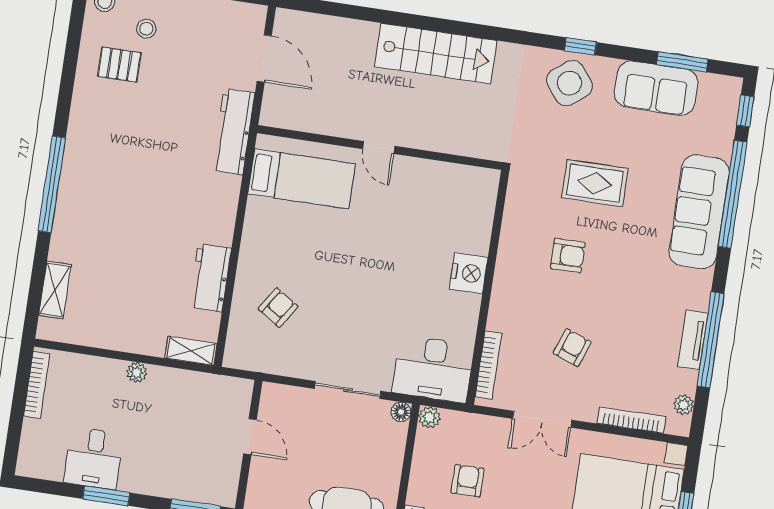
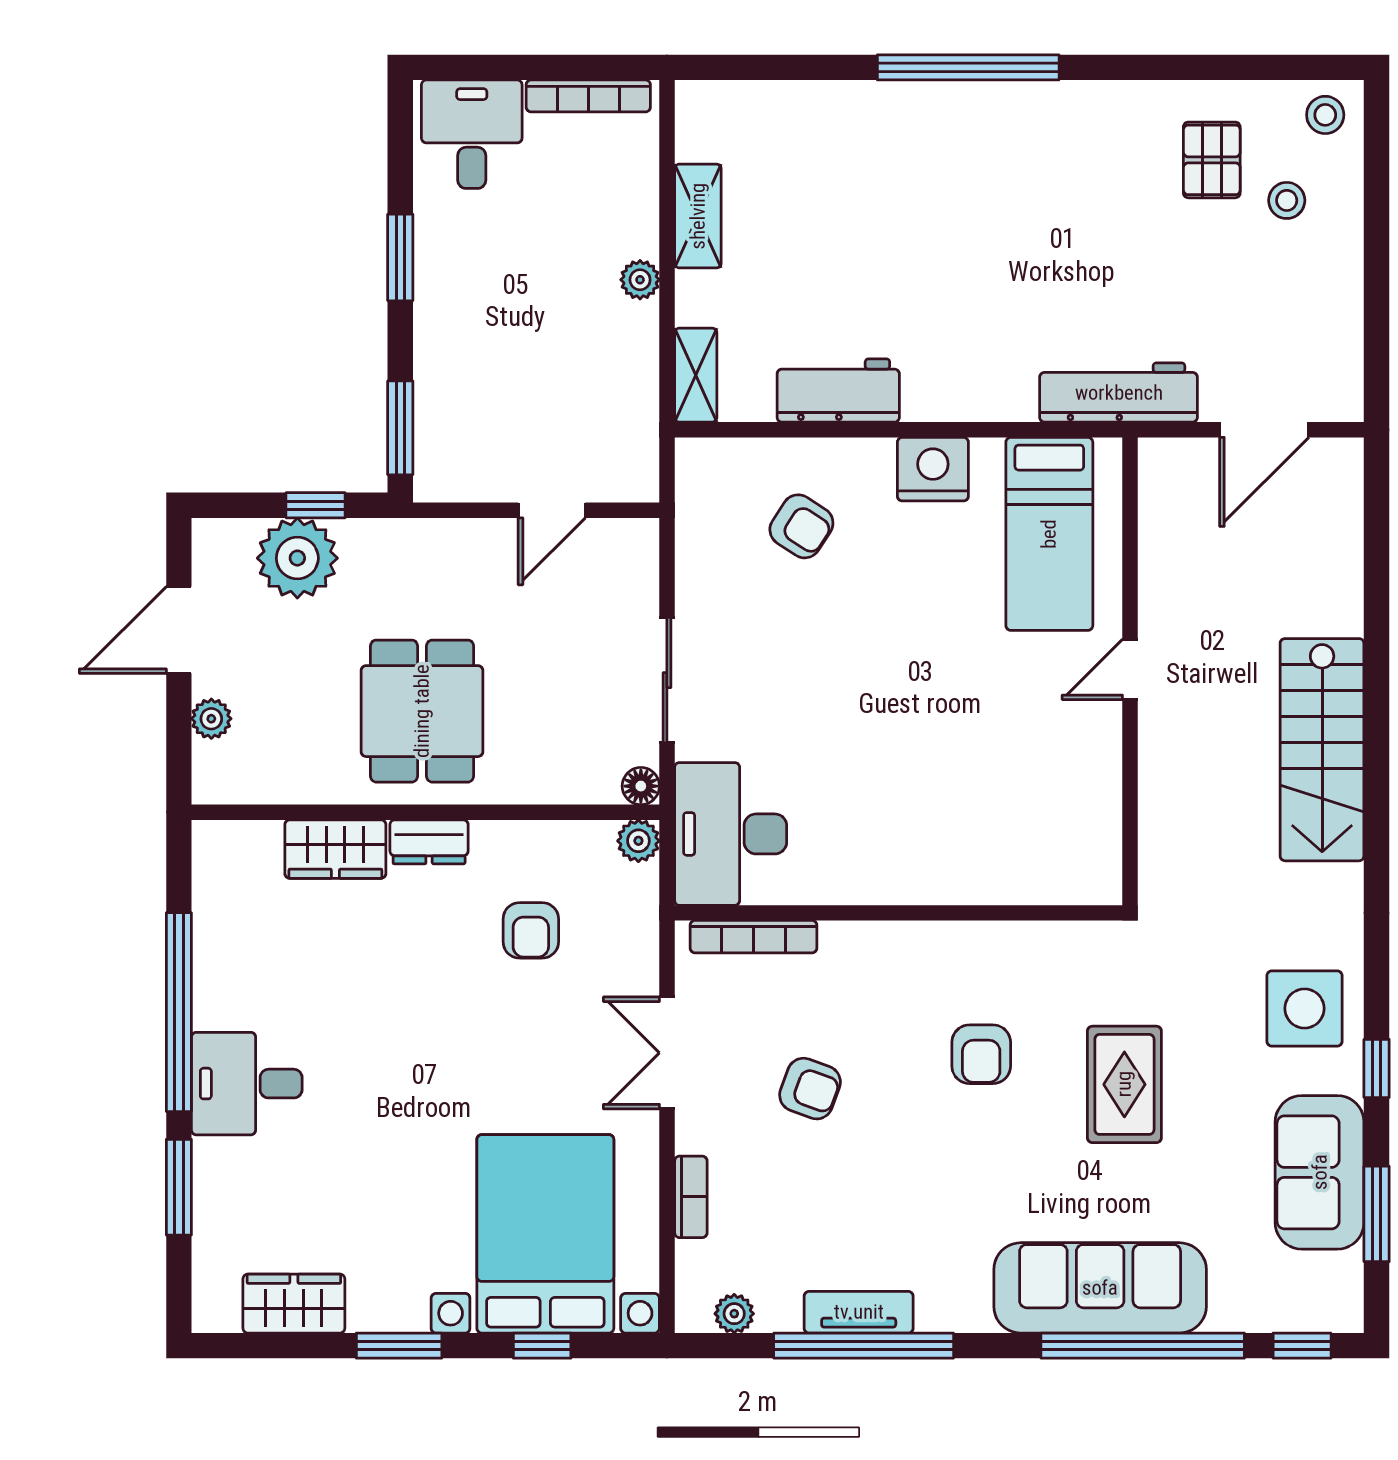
window: (580, 46) -> (1377, 1068), moved
side table: (569, 83) -> (1305, 1008), turned 38
nightstand: (469, 273) -> (933, 469), moved, turned 180
shelving: (55, 290) -> (698, 216), moved, turned 90
bookcase: (631, 420) -> (691, 1197), width x0.64
desk: (94, 458) -> (472, 134), moved, turned 90
armchair: (468, 481) -> (531, 930), turned 90

